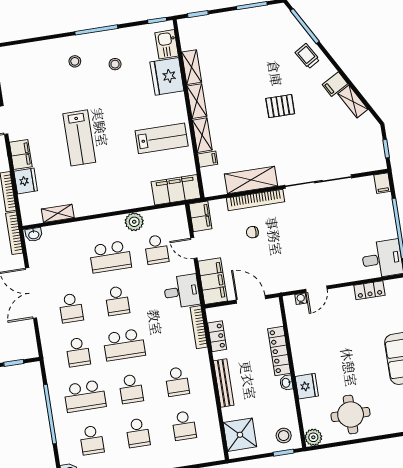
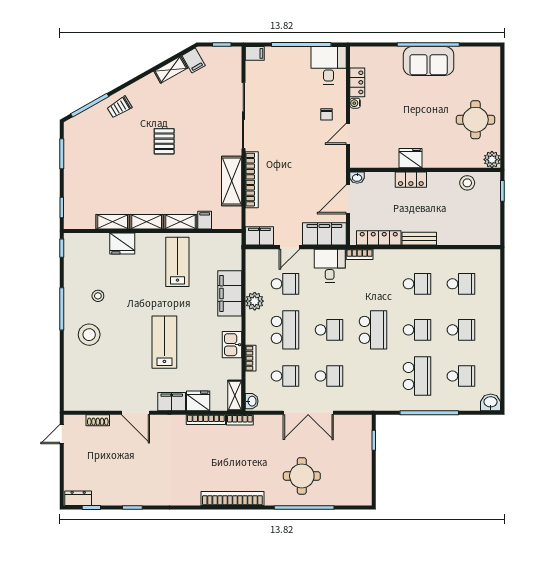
kitchen sink: (167, 44) -> (232, 345), moved, turned 90
stool: (75, 61) -> (89, 335), width x1.89, depth x1.89
fridge: (167, 76) -> (122, 244), width x0.73, depth x0.75
filing cabinet: (335, 84) -> (194, 60), moved
lab bench: (79, 138) -> (164, 342), turned -90
filing cabinet: (176, 190) -> (230, 293), moved
shelving: (58, 213) -> (235, 395), moved
bookcase: (77, 227) -> (251, 358), added
chair: (252, 232) -> (327, 114), moved
bookcase: (14, 233) -> (240, 420), width x0.64
door: (316, 289) -> (348, 134), swing flipped
water cooler: (301, 299) -> (355, 103), moved
bookcase: (199, 327) -> (360, 254), width x0.64
locker: (217, 336) -> (379, 238), width x1.53
locker: (279, 351) -> (411, 180), width x0.66
school desk: (78, 352) -> (285, 376), moved
bench: (224, 383) -> (419, 239), width x0.73
washbasin: (286, 383) -> (357, 178), moved
fridge: (307, 386) -> (411, 158), moved
shower: (240, 435) -> (478, 231), removed
stool: (284, 436) -> (467, 183), moved

